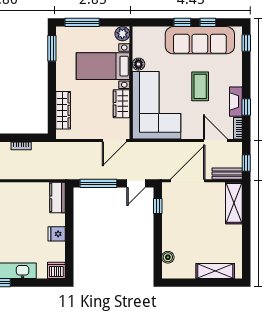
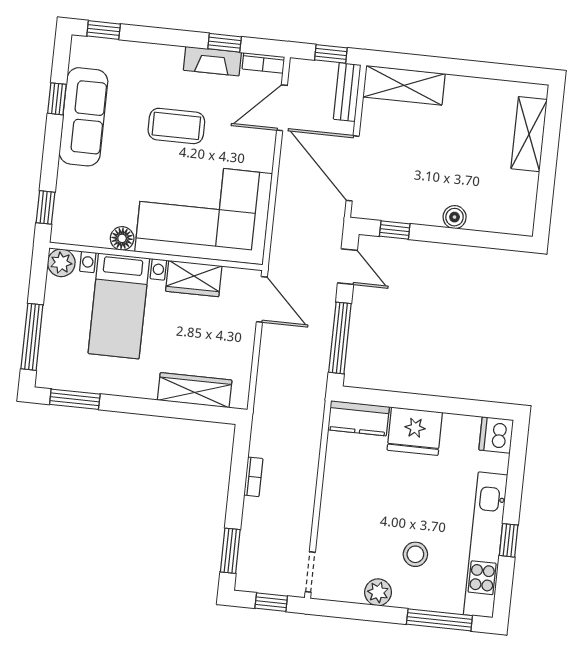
window: (182, 22) -> (46, 207), moved
sofa: (200, 40) -> (83, 117), width x0.74, depth x0.79
fridge: (57, 234) -> (415, 431), width x1.88, depth x1.34
boiler: (168, 257) -> (455, 217), moved

